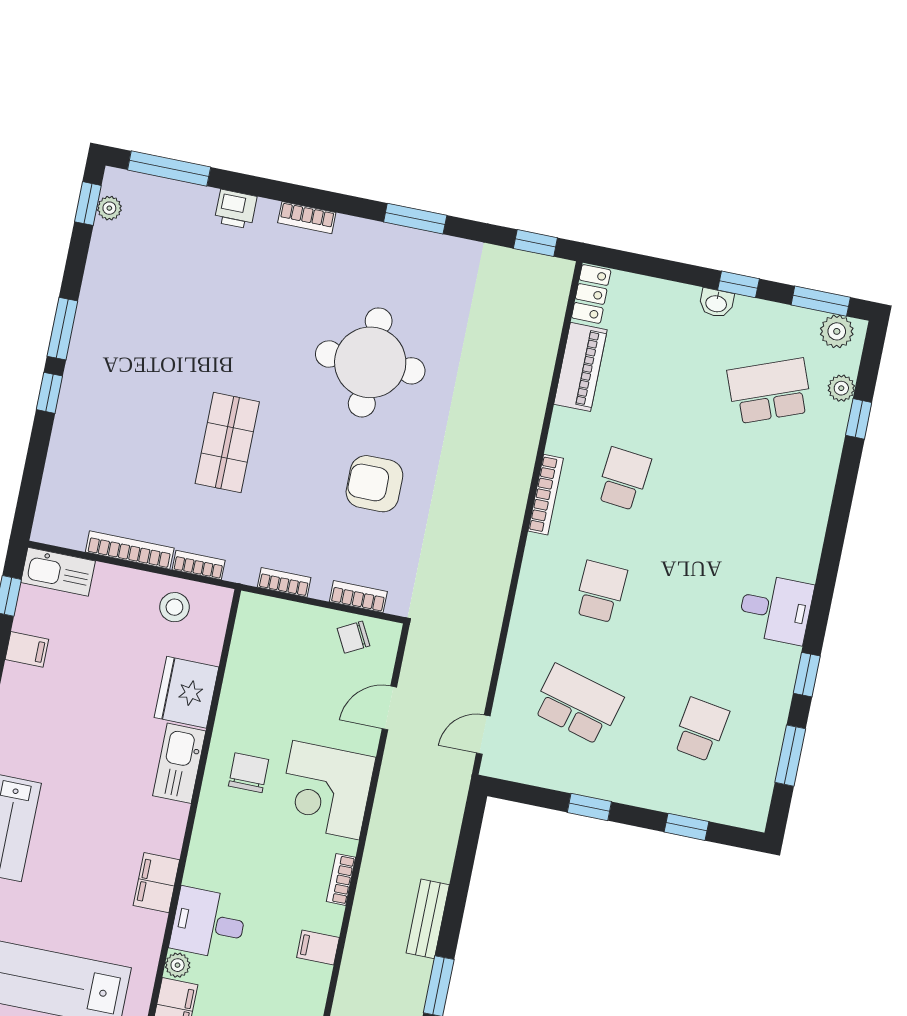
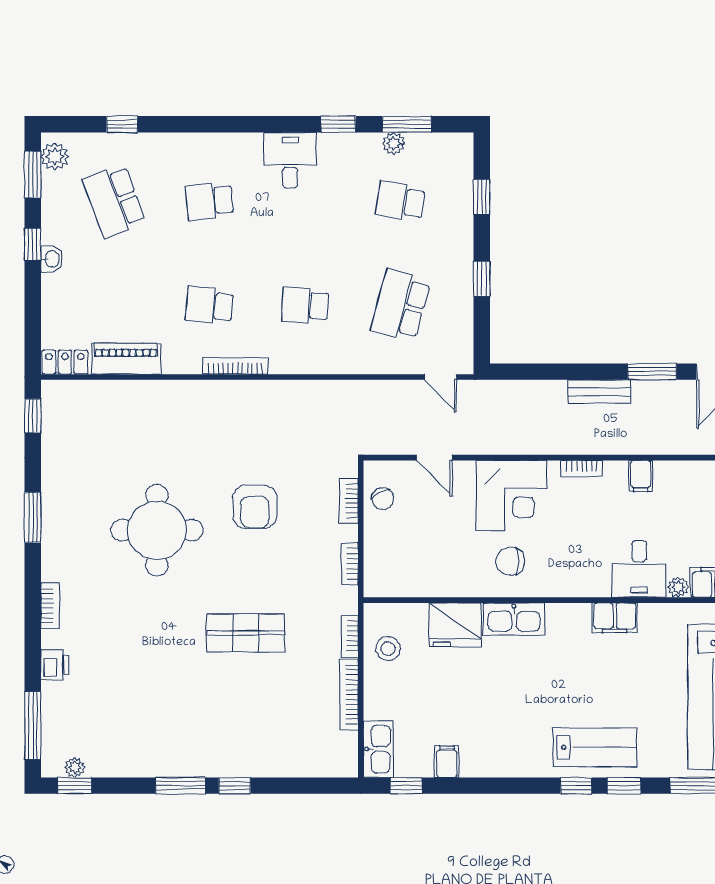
plant: (841, 388) -> (394, 143), moved
school desk: (747, 504) -> (210, 201), added

